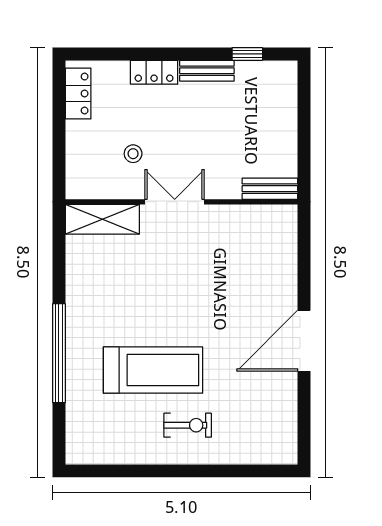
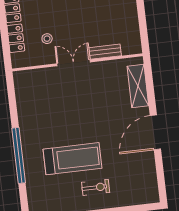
locker: (78, 147) -> (16, 38), added
bench: (270, 189) -> (105, 52), moved
shelving: (102, 219) -> (138, 86), moved, turned 90

